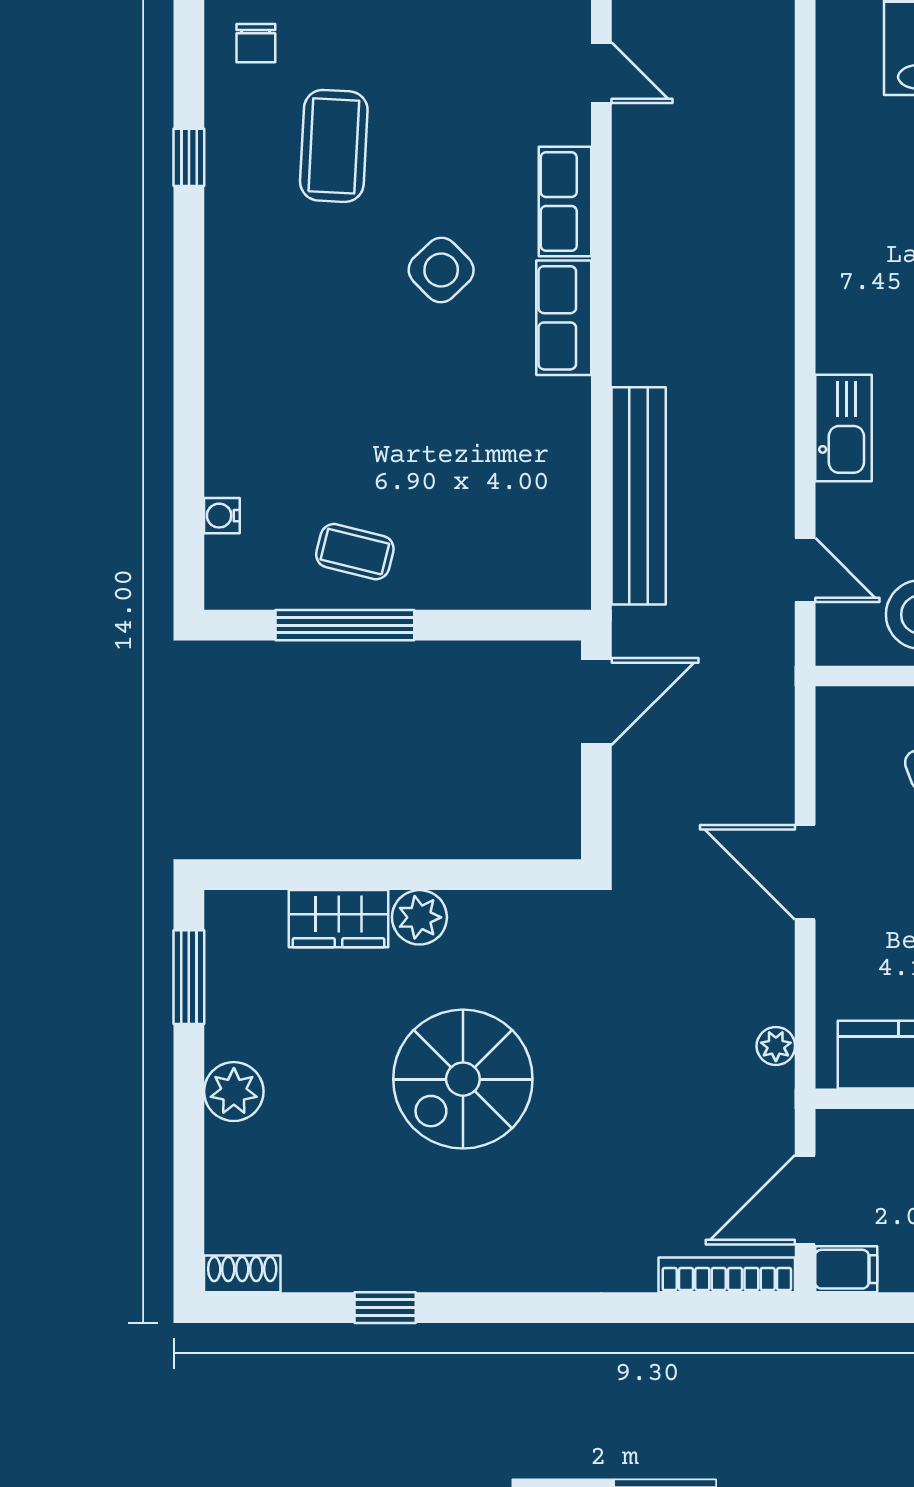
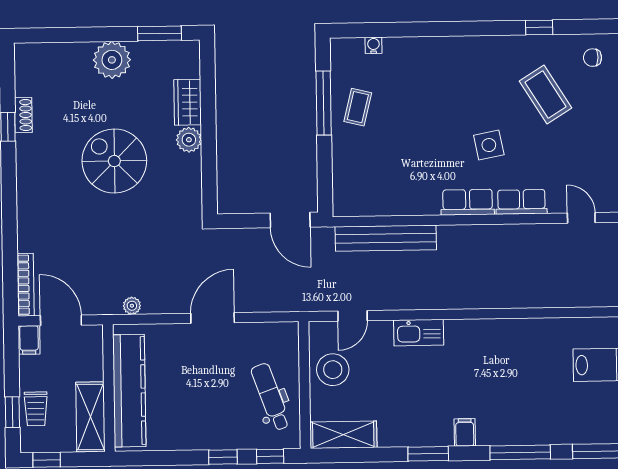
door: (601, 73) -> (581, 218), swing flipped
coffee table: (334, 146) -> (546, 94), turned 55
side table: (441, 270) -> (489, 145), turned 33
plant: (234, 1092) -> (112, 60), width x1.36, depth x1.36
shoe rack: (242, 1274) -> (23, 115), moved

